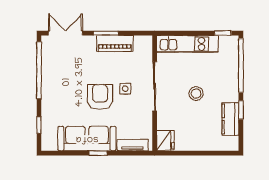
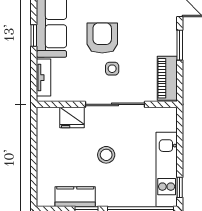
piano: (115, 43) -> (167, 78), moved
kitchen unit: (187, 44) -> (167, 169), moved
armchair: (100, 97) -> (102, 38), turned -90
fridge: (165, 140) -> (72, 117), moved

